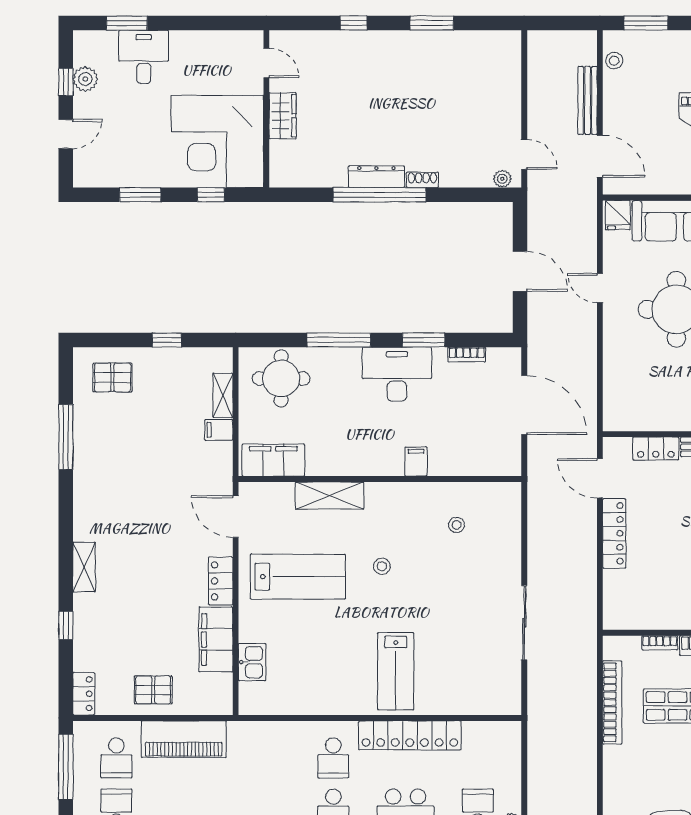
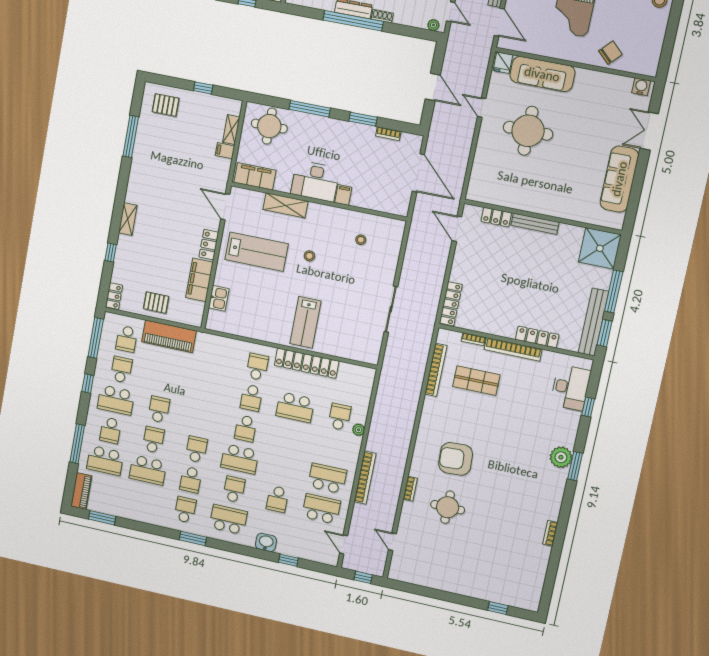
desk: (397, 374) -> (315, 181), moved, turned 180
locker: (614, 533) -> (451, 304), moved
school desk: (333, 758) -> (257, 367), turned 180

